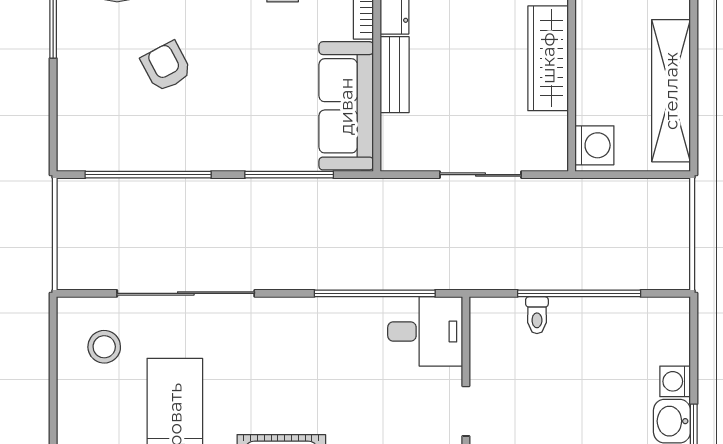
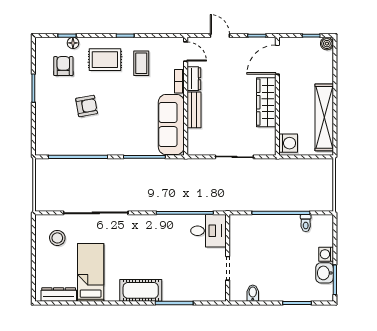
armchair: (166, 66) -> (87, 106), turned 108
toilet: (537, 315) -> (306, 223), moved

